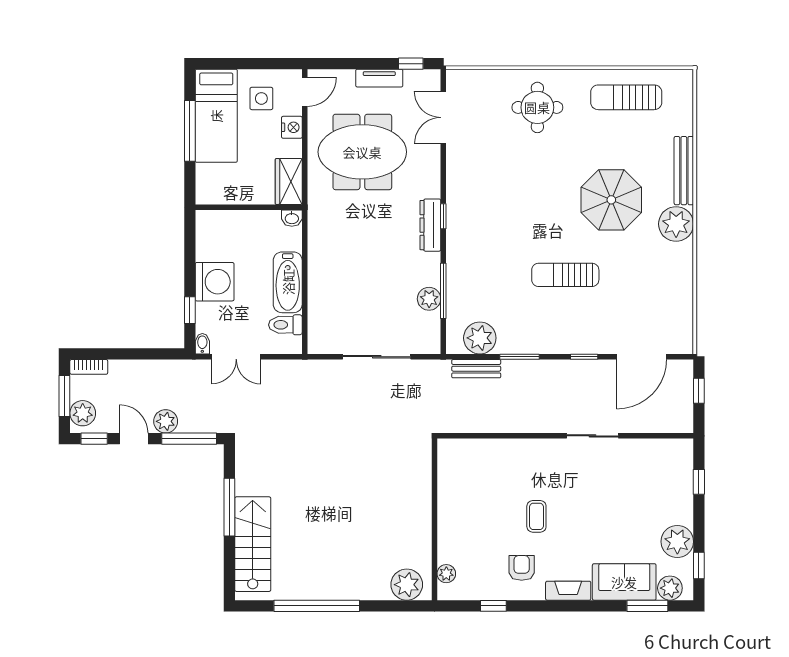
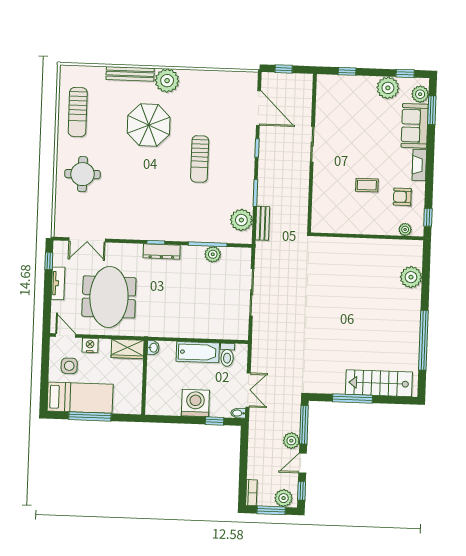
wall: (434, 519) -> (367, 236), moved
plant: (446, 574) -> (405, 229), moved

